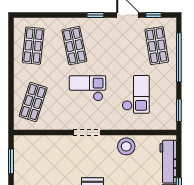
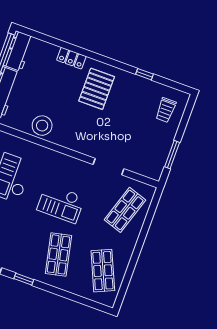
shop shelf: (33, 46) -> (103, 271), turned -30
doorway: (87, 133) -> (109, 167), moved

